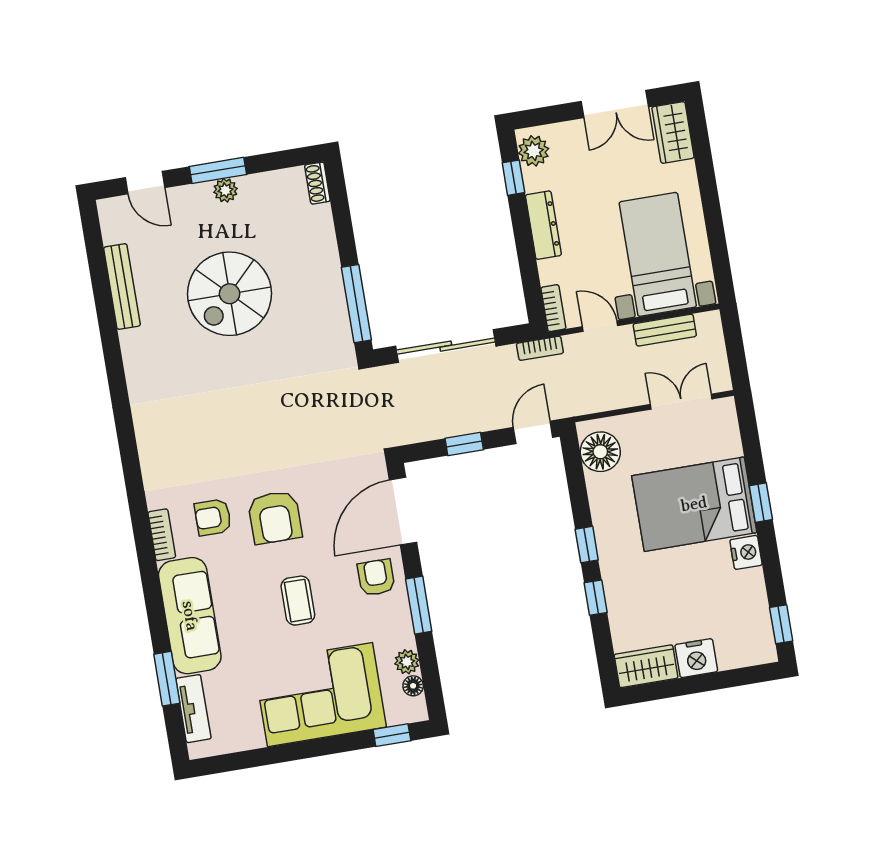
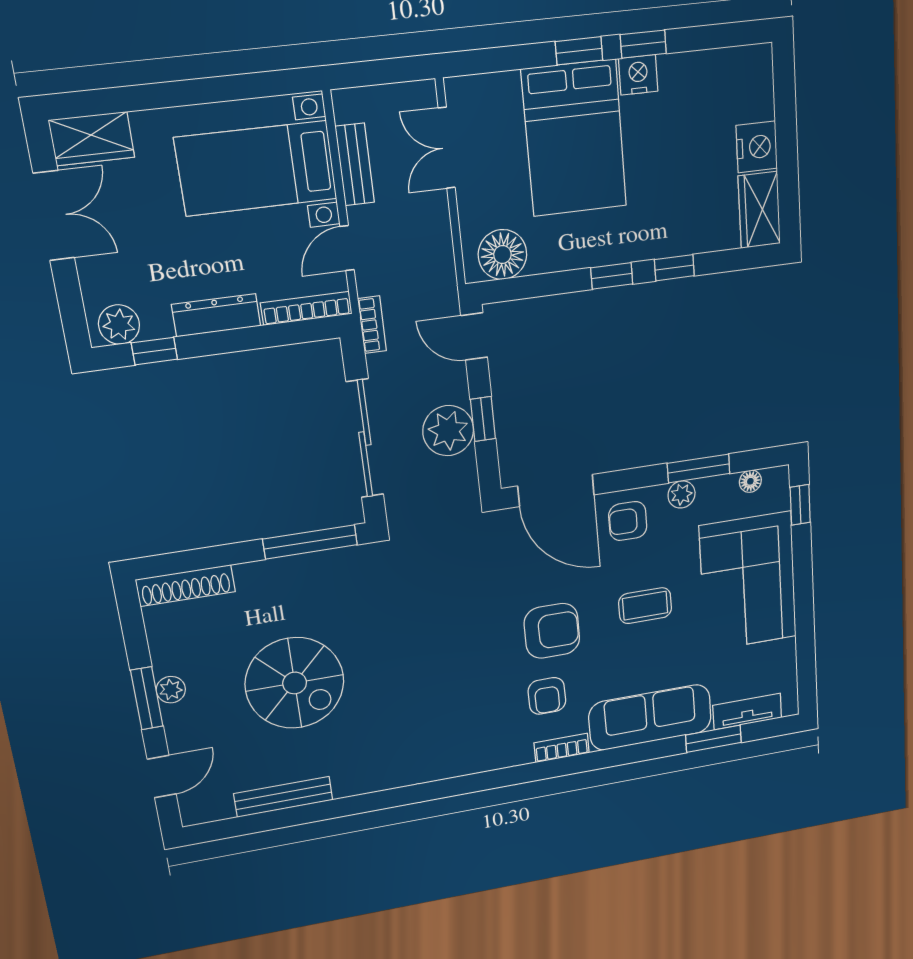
shoe rack: (317, 183) -> (186, 586), width x1.94, depth x1.24
bookcase: (553, 308) -> (306, 308), width x1.56
plant: (454, 415) -> (448, 431), added
window: (419, 605) -> (699, 468), moved
window: (781, 624) -> (643, 44), moved
plant: (407, 662) -> (682, 494), moved

